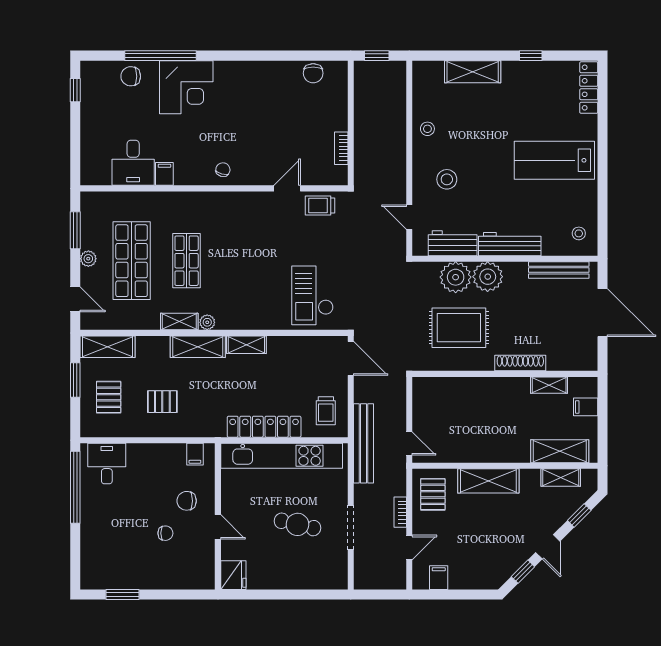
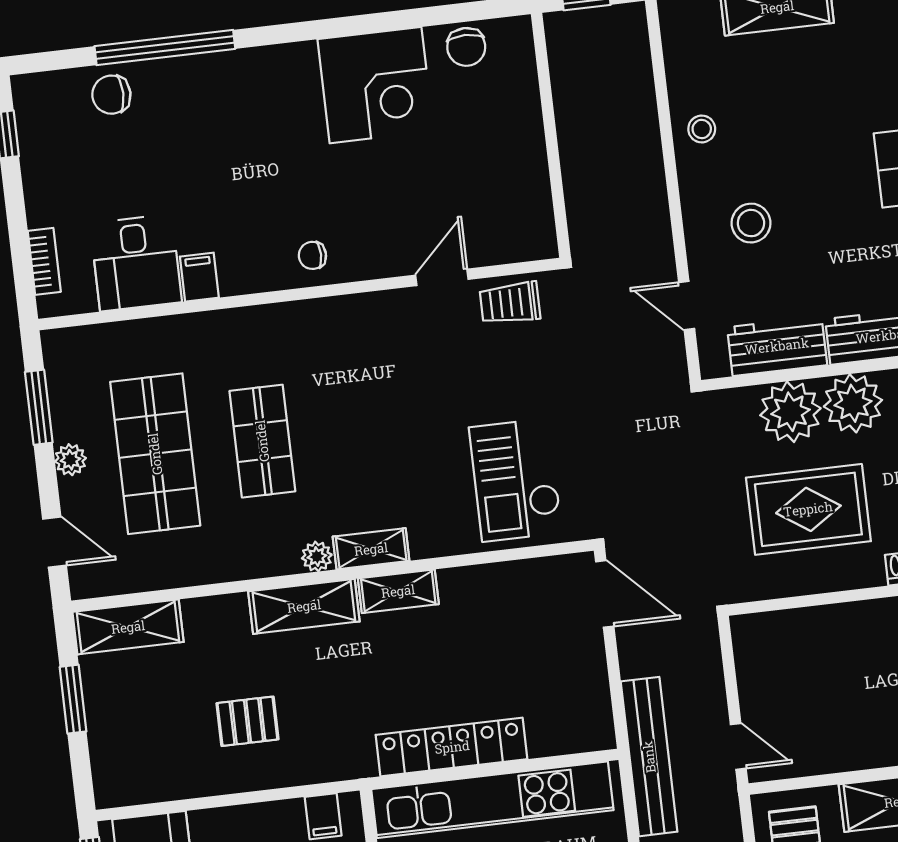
corner desk: (186, 87) -> (375, 85), moved
bookcase: (341, 148) -> (44, 261), moved, turned 180
chair: (223, 170) -> (312, 255), turned -106
shelving: (179, 322) -> (371, 549), moved
pallet: (109, 397) -> (142, 725), removed
trolley: (326, 411) -> (568, 702), removed

